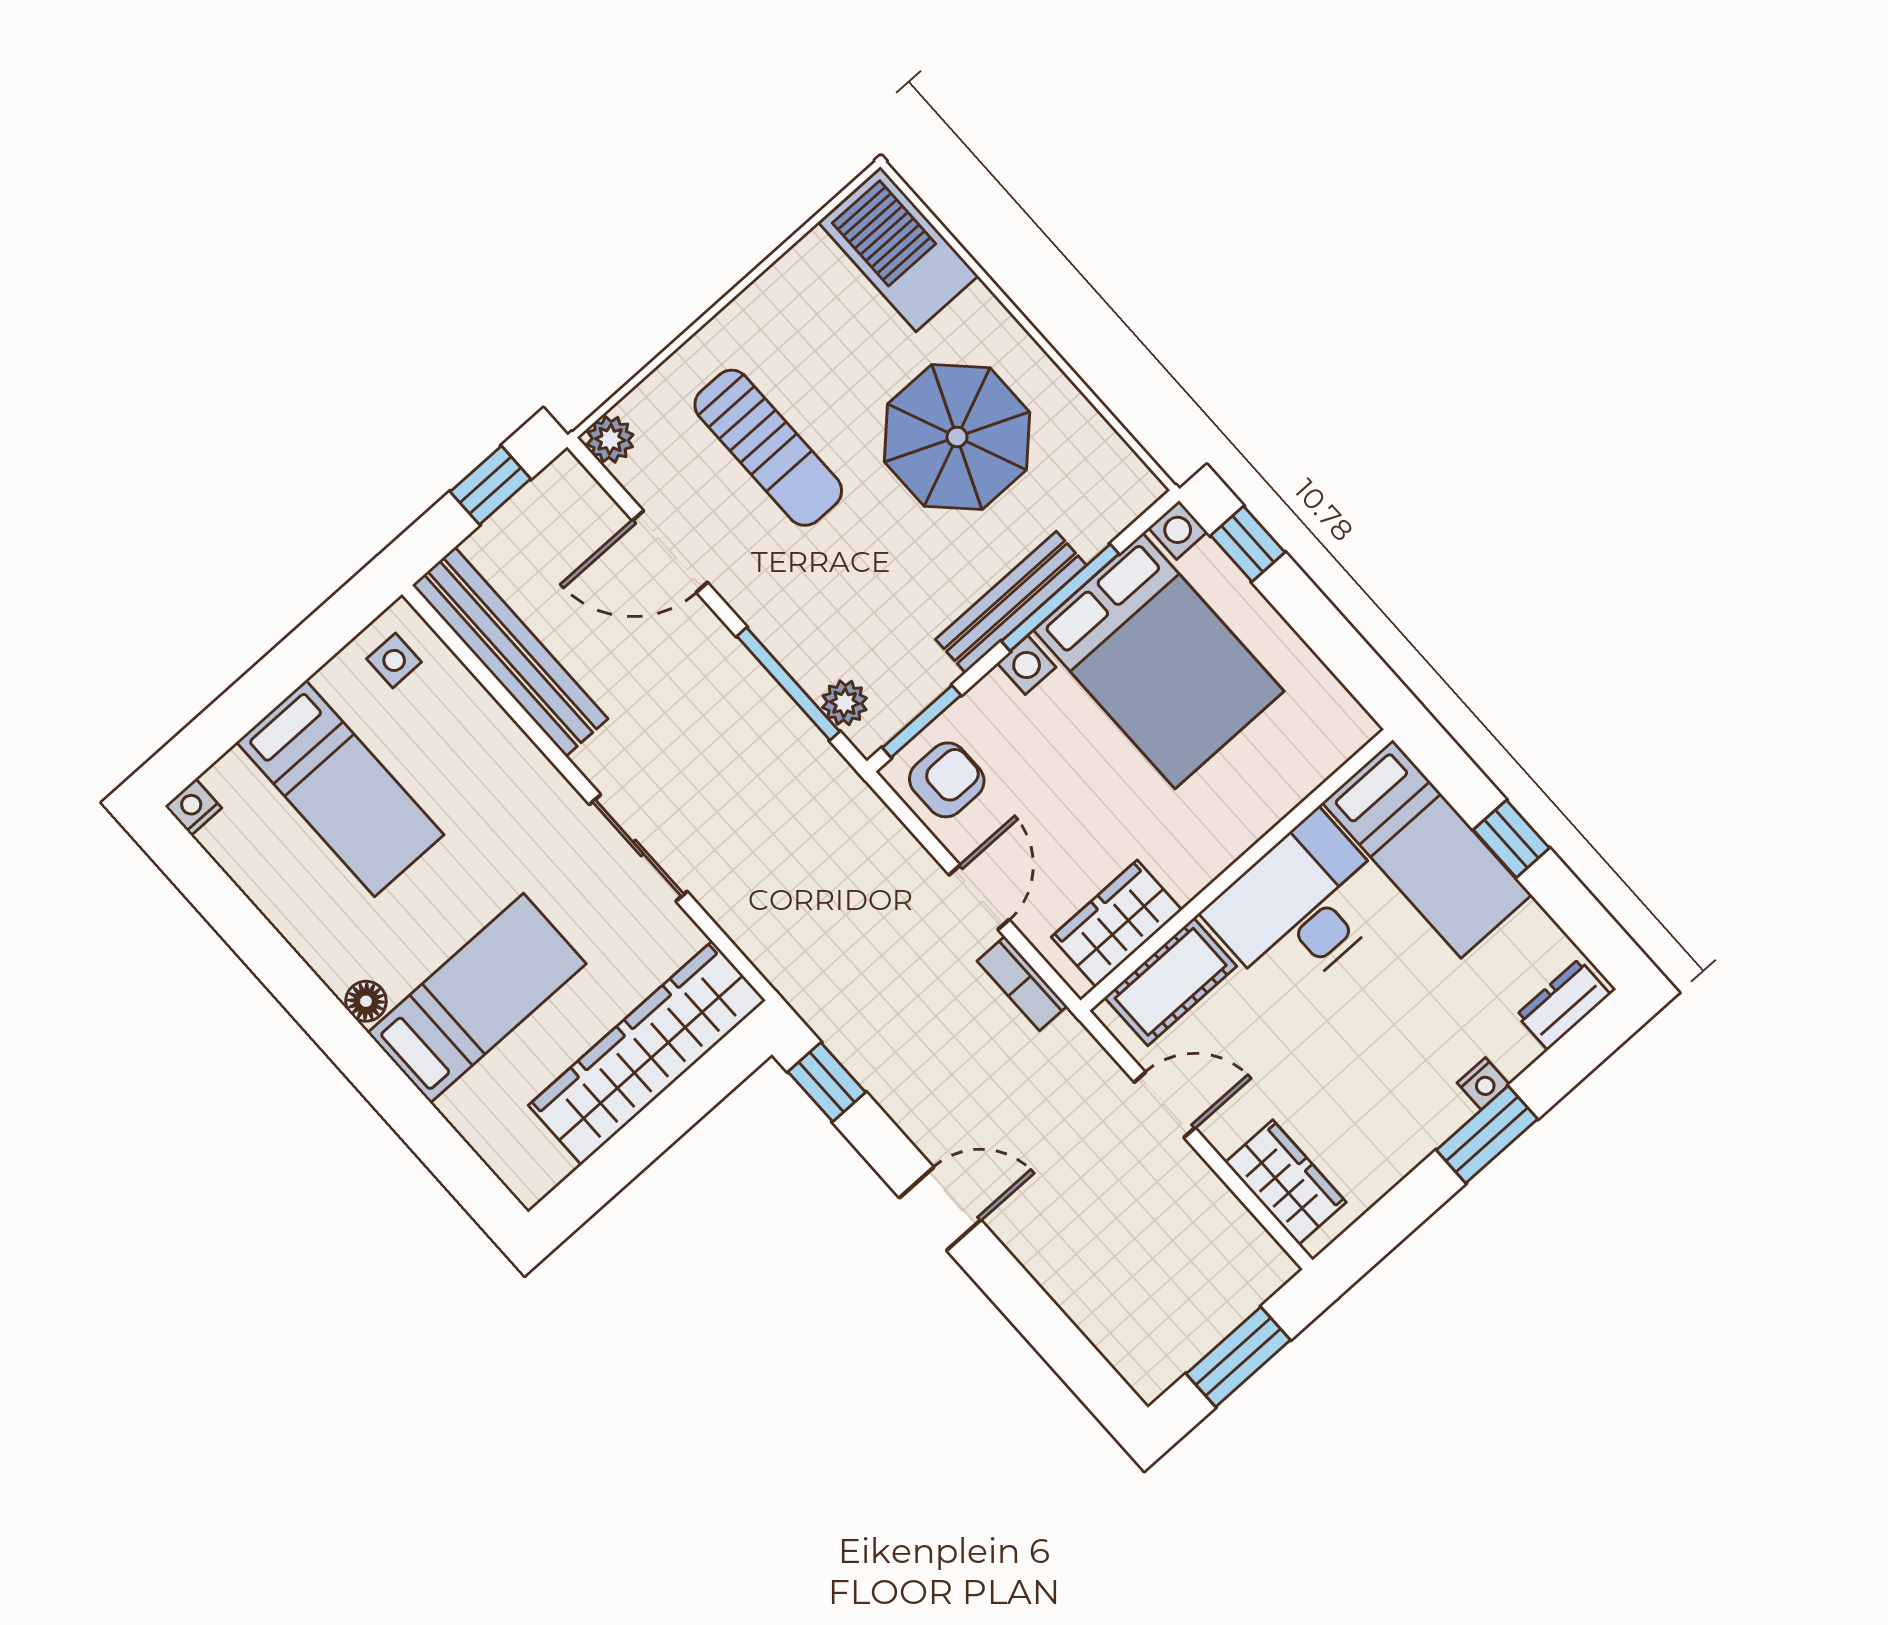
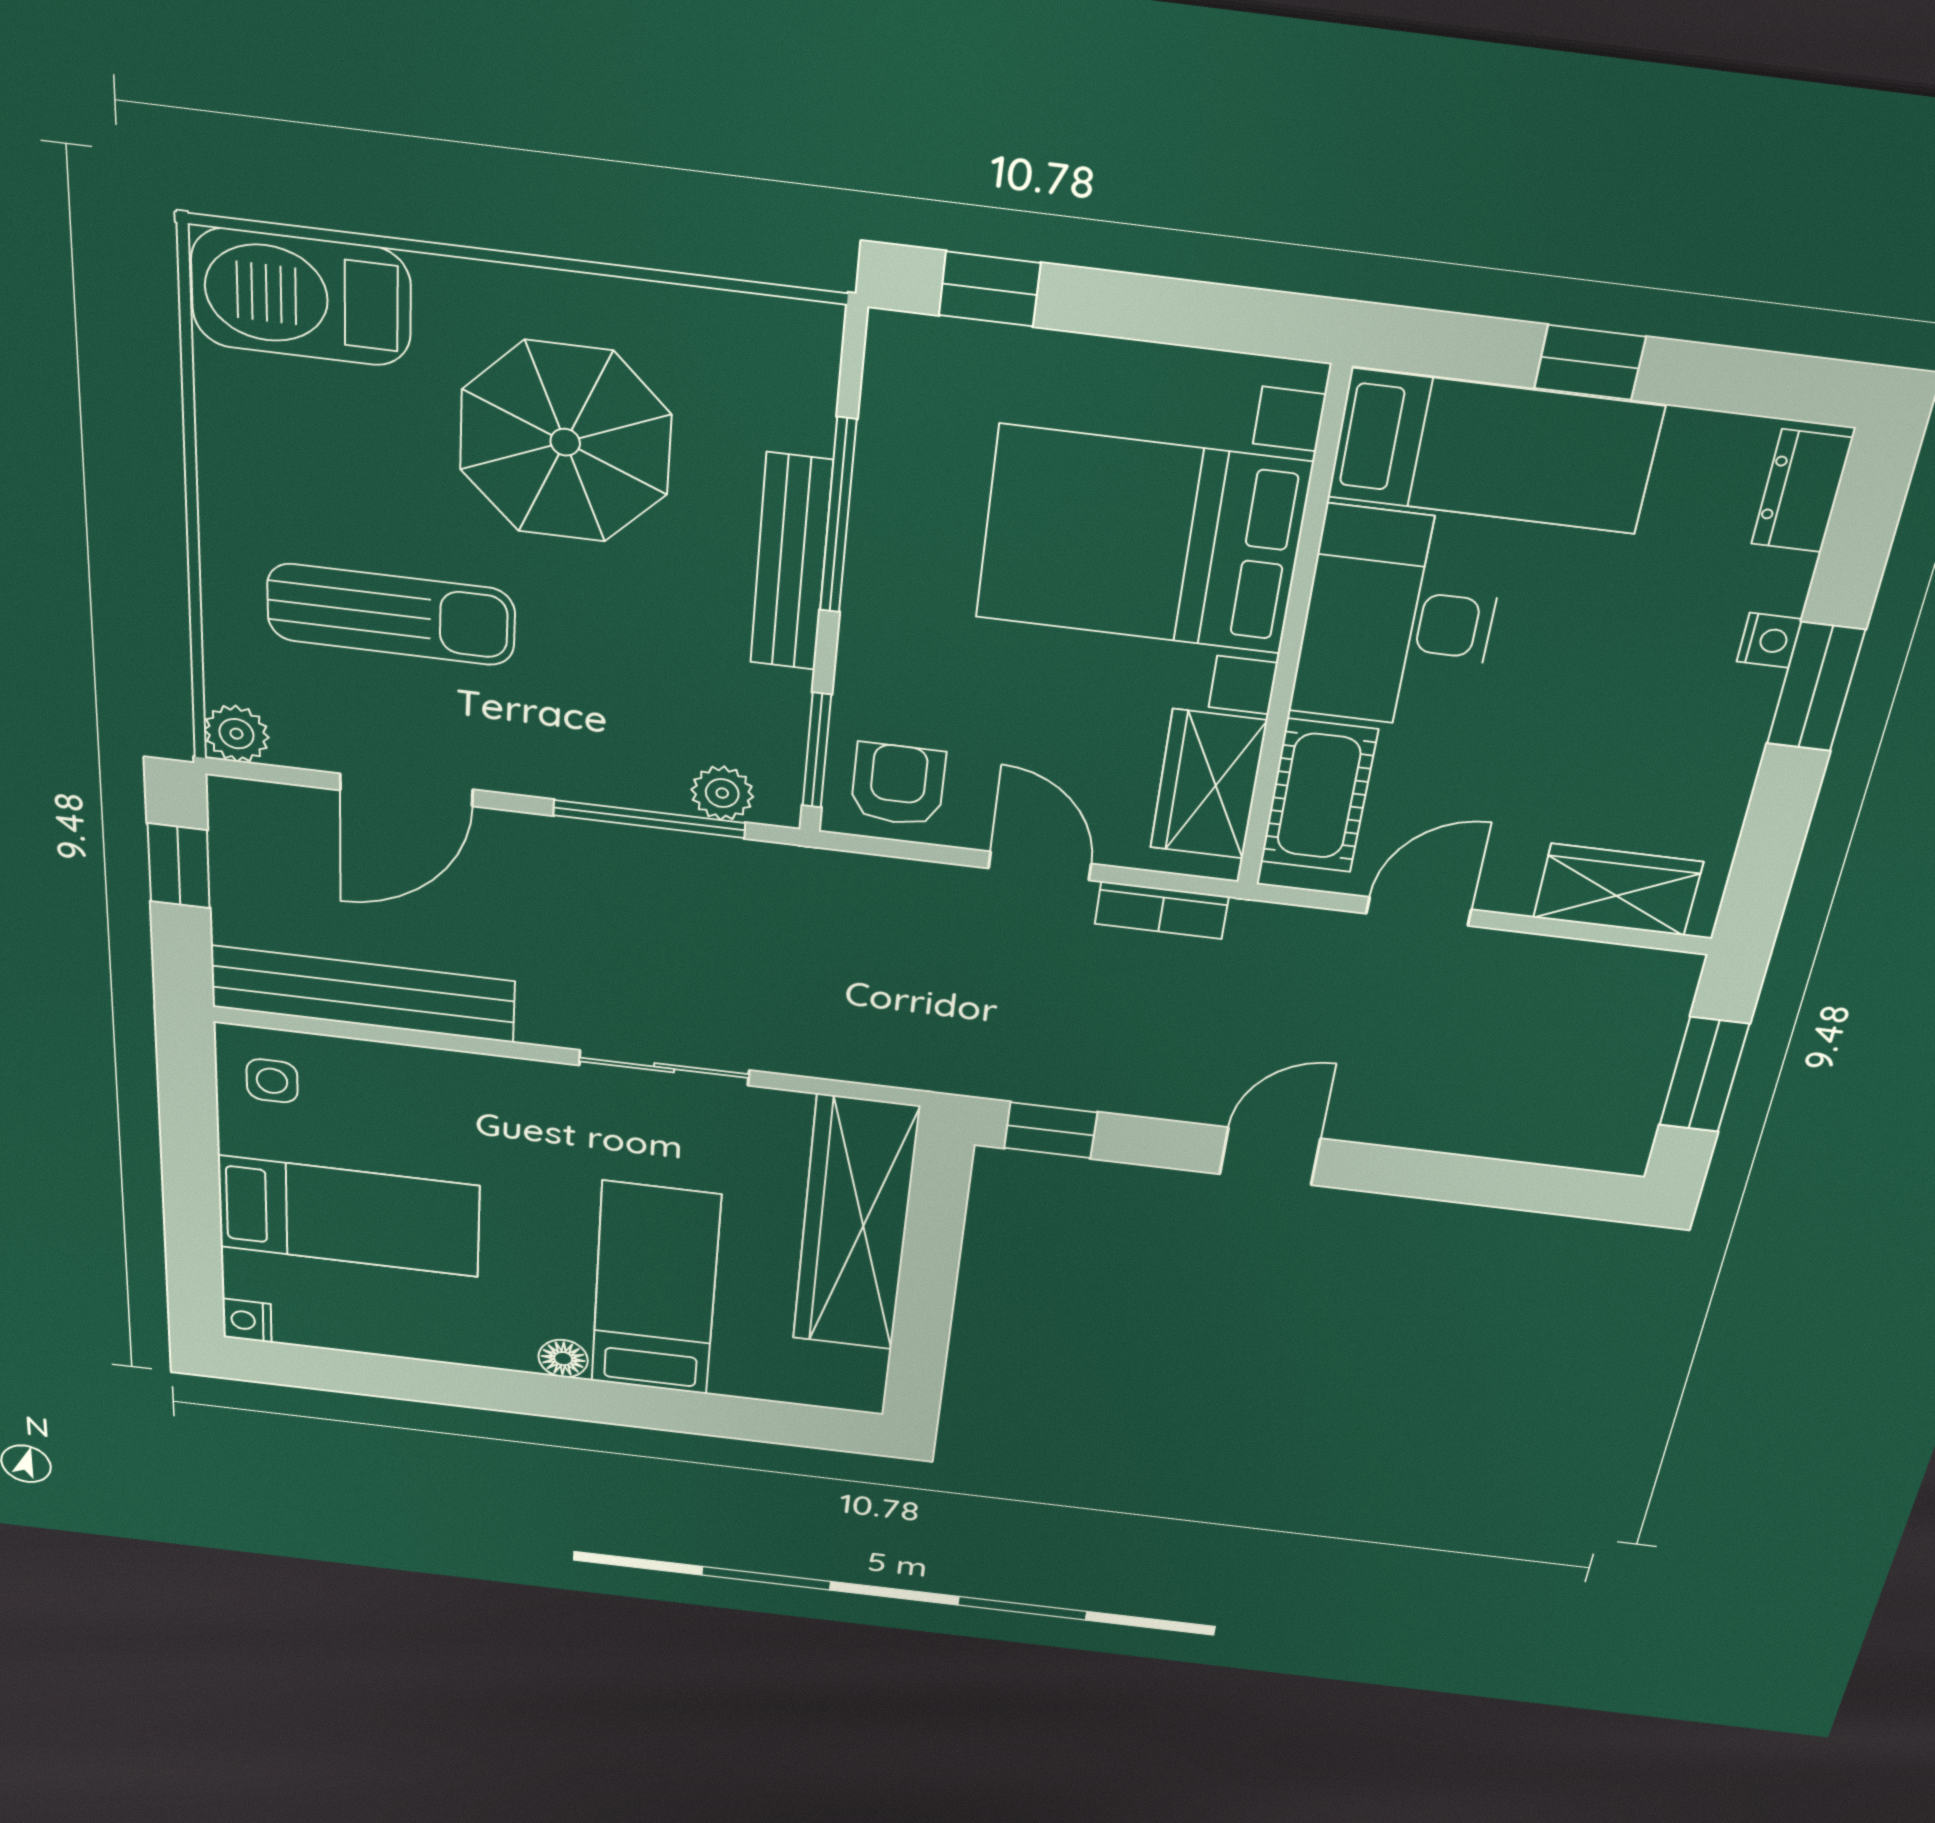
bed with nightstands: (1159, 661) -> (1142, 540), moved, turned 180

